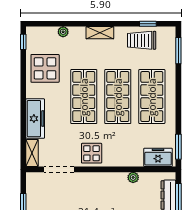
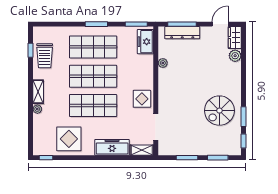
plant: (63, 32) -> (37, 109), moved
window: (178, 51) -> (96, 24), moved

